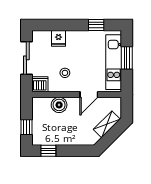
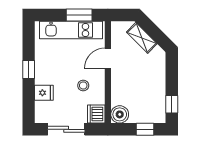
window: (96, 25) -> (29, 70), moved
window: (127, 58) -> (79, 15), moved
door: (89, 94) -> (108, 58), swing flipped
boiler: (59, 105) -> (120, 114), moved

